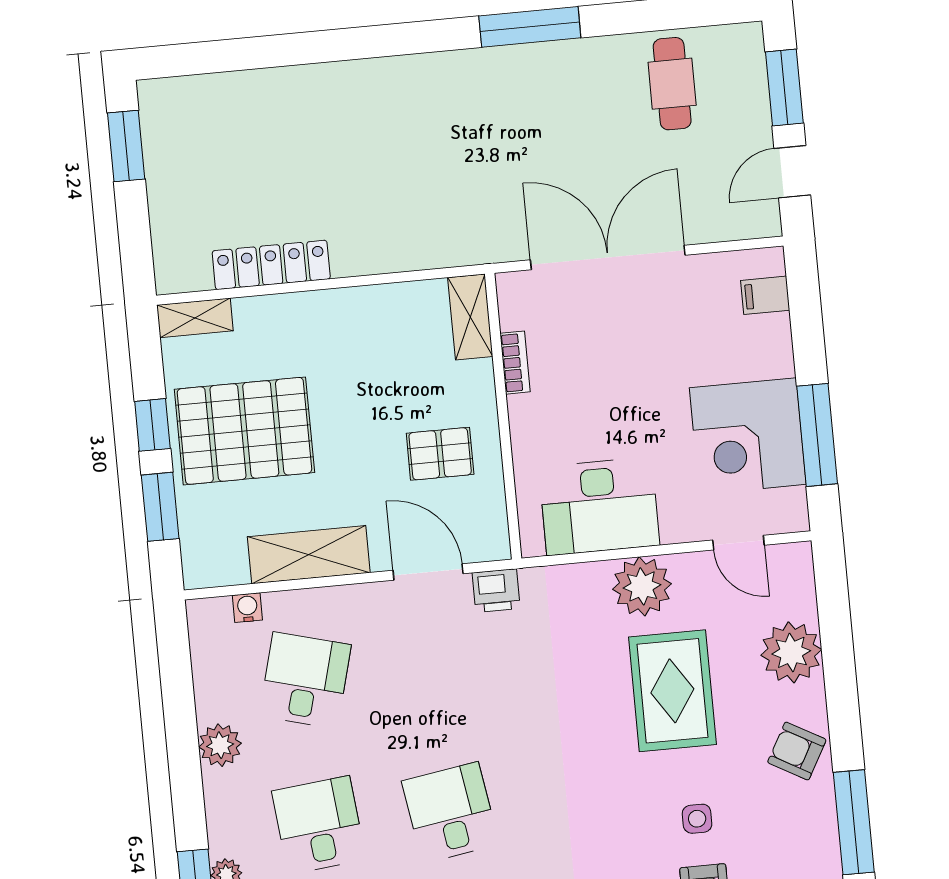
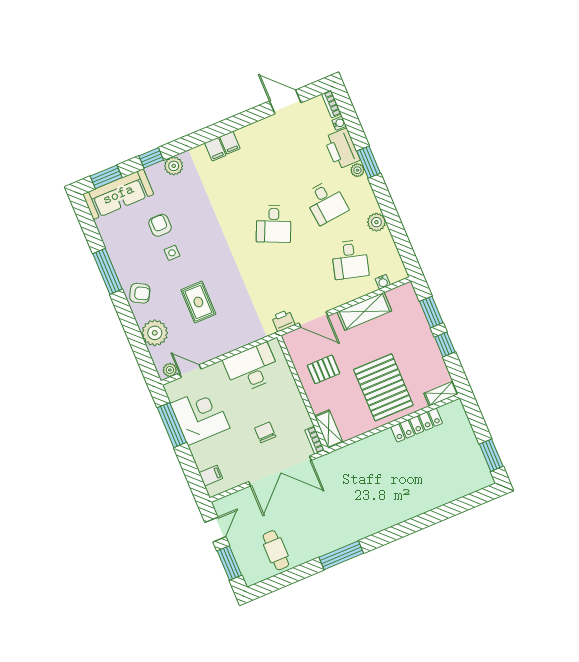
chair: (614, 354) -> (265, 432), added
bookcase: (515, 363) -> (315, 440), moved
pallet: (244, 431) -> (383, 387), moved, turned 90
plant: (642, 586) -> (170, 370), moved, width x0.53, depth x0.53
rug: (672, 691) -> (198, 302), width x0.73, depth x0.70
desk: (450, 813) -> (274, 224), turned 33

